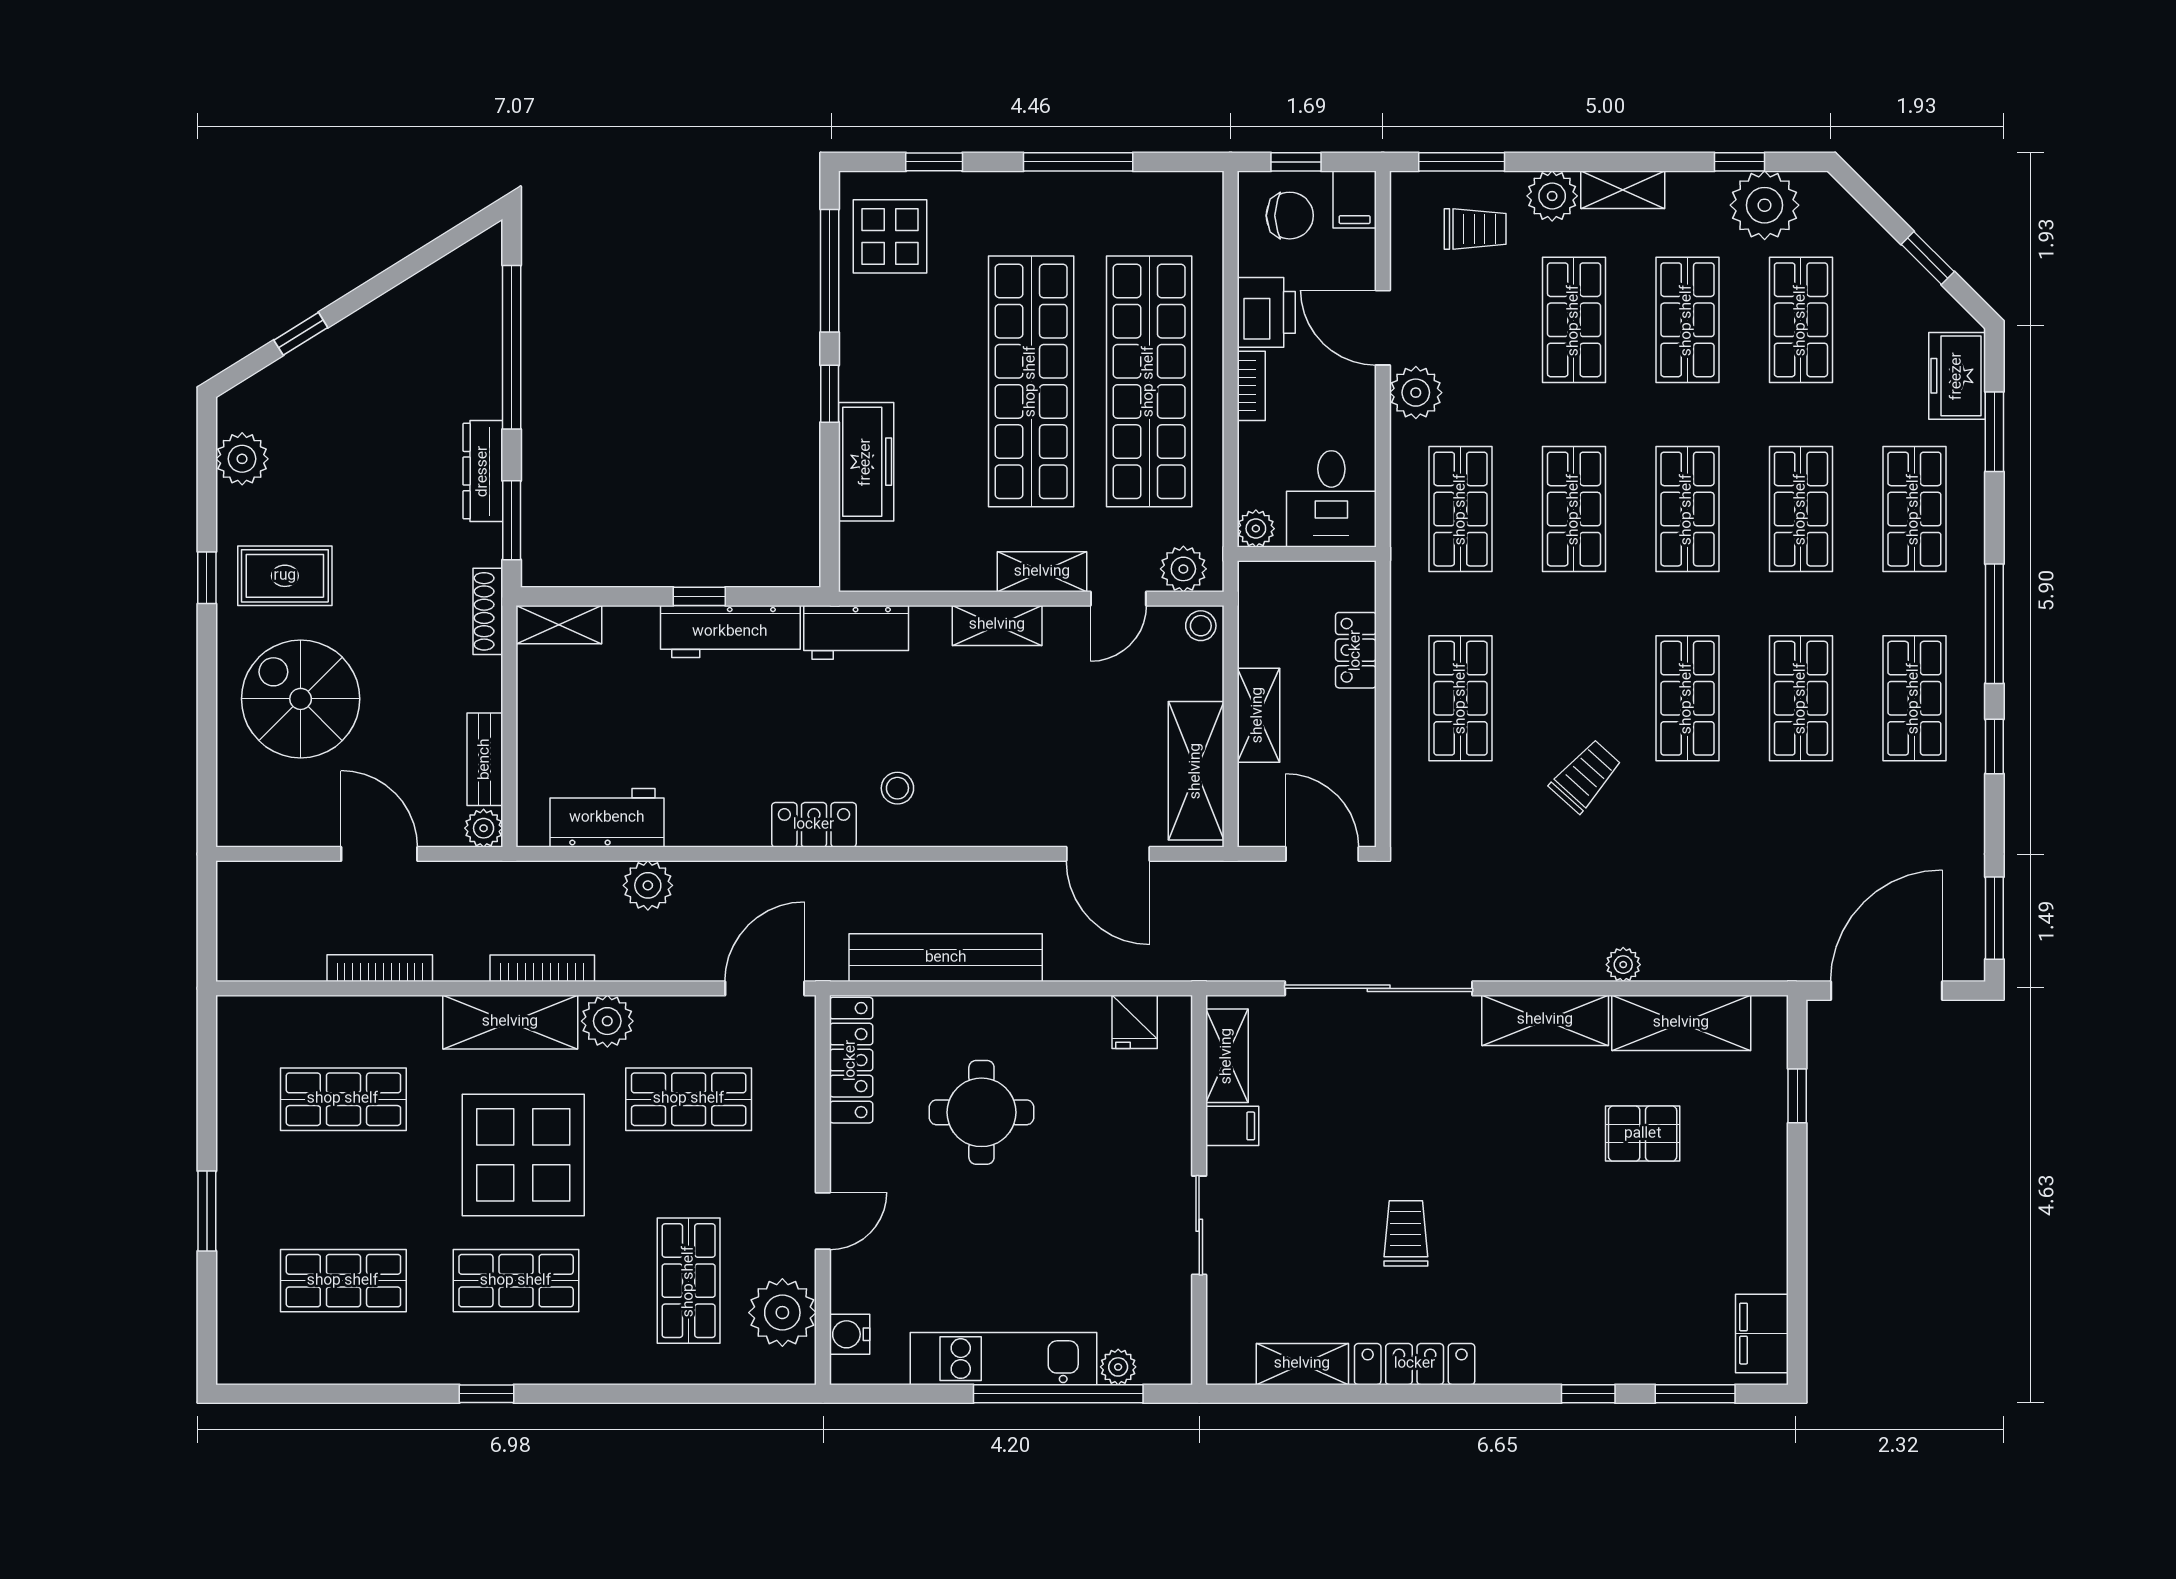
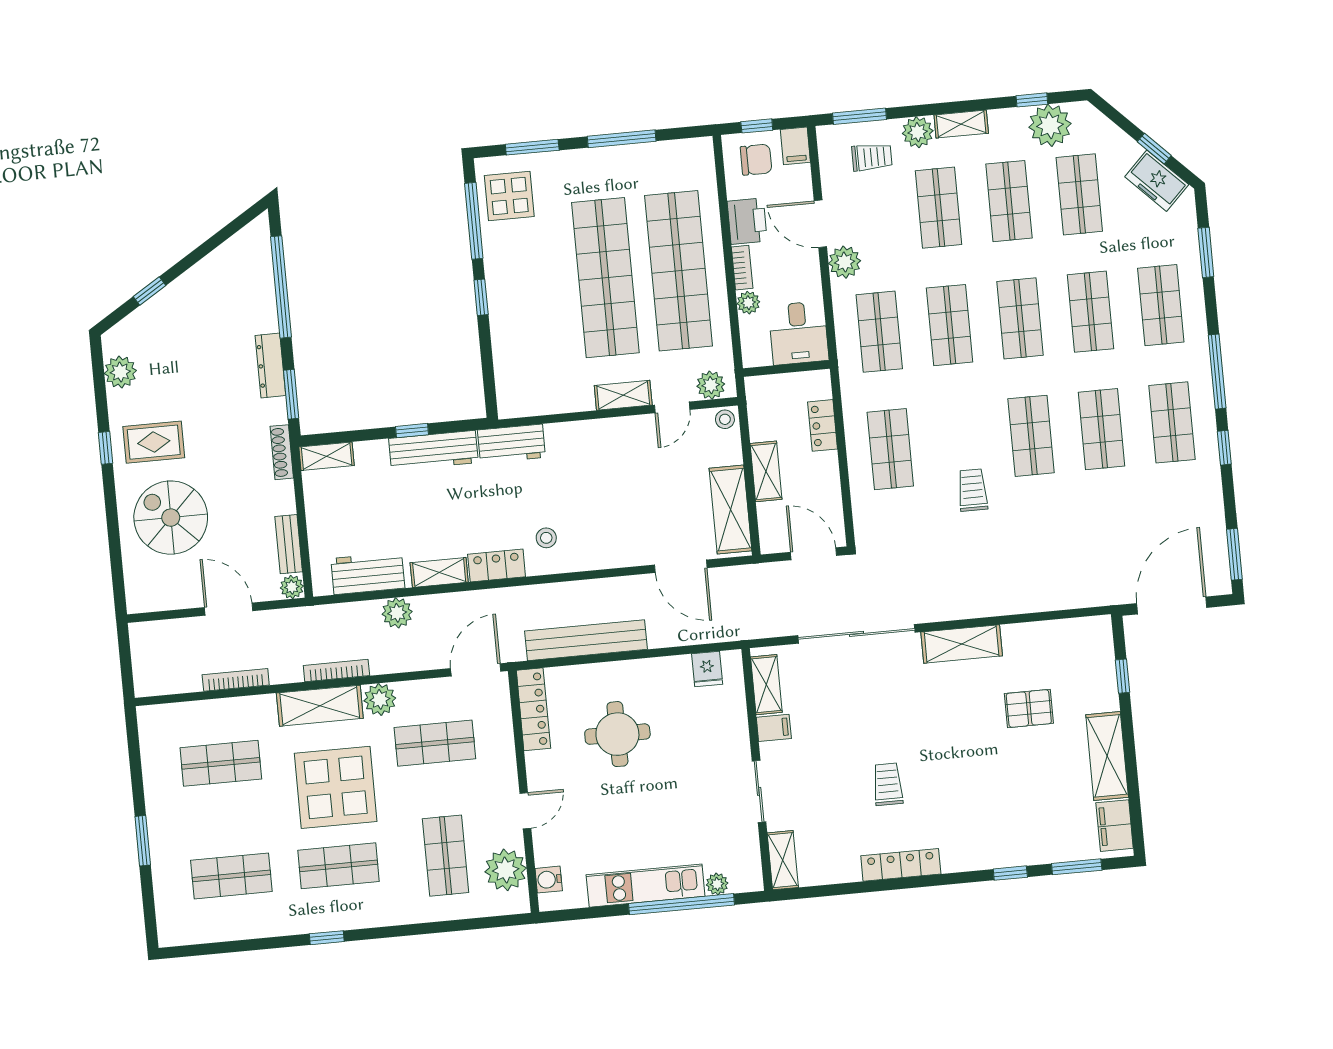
window: (934, 162) -> (532, 147), width x1.50
freezer: (1957, 376) -> (1157, 181), moved, turned -45
freezer: (866, 462) -> (508, 337), removed
plant: (1256, 529) -> (748, 303), moved
shelving: (997, 625) -> (439, 572), moved
trolley: (1586, 776) -> (972, 490), turned -42
plant: (1623, 965) -> (1007, 605), removed
shelving: (1681, 1023) -> (1107, 756), moved, turned 90
shelving: (1302, 1364) -> (783, 860), moved, turned 90

